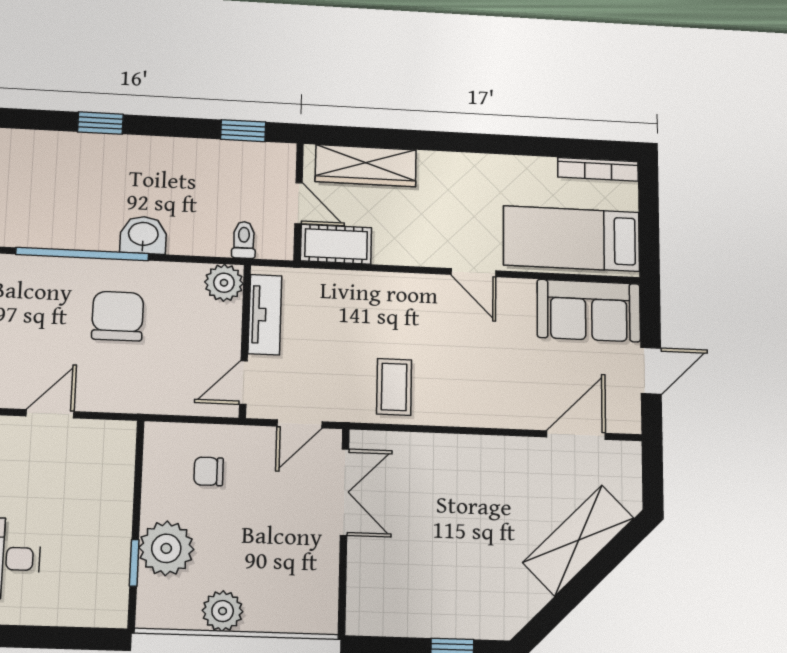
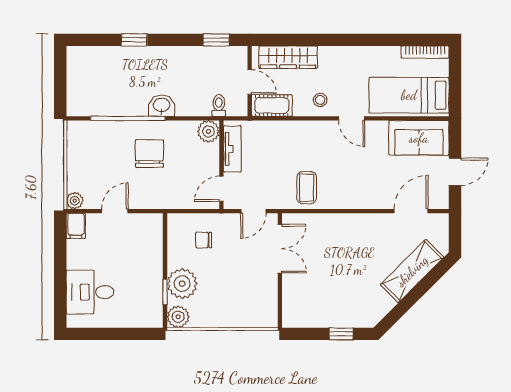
stool: (420, 239) -> (320, 100), added
plant: (223, 611) -> (178, 317), moved

